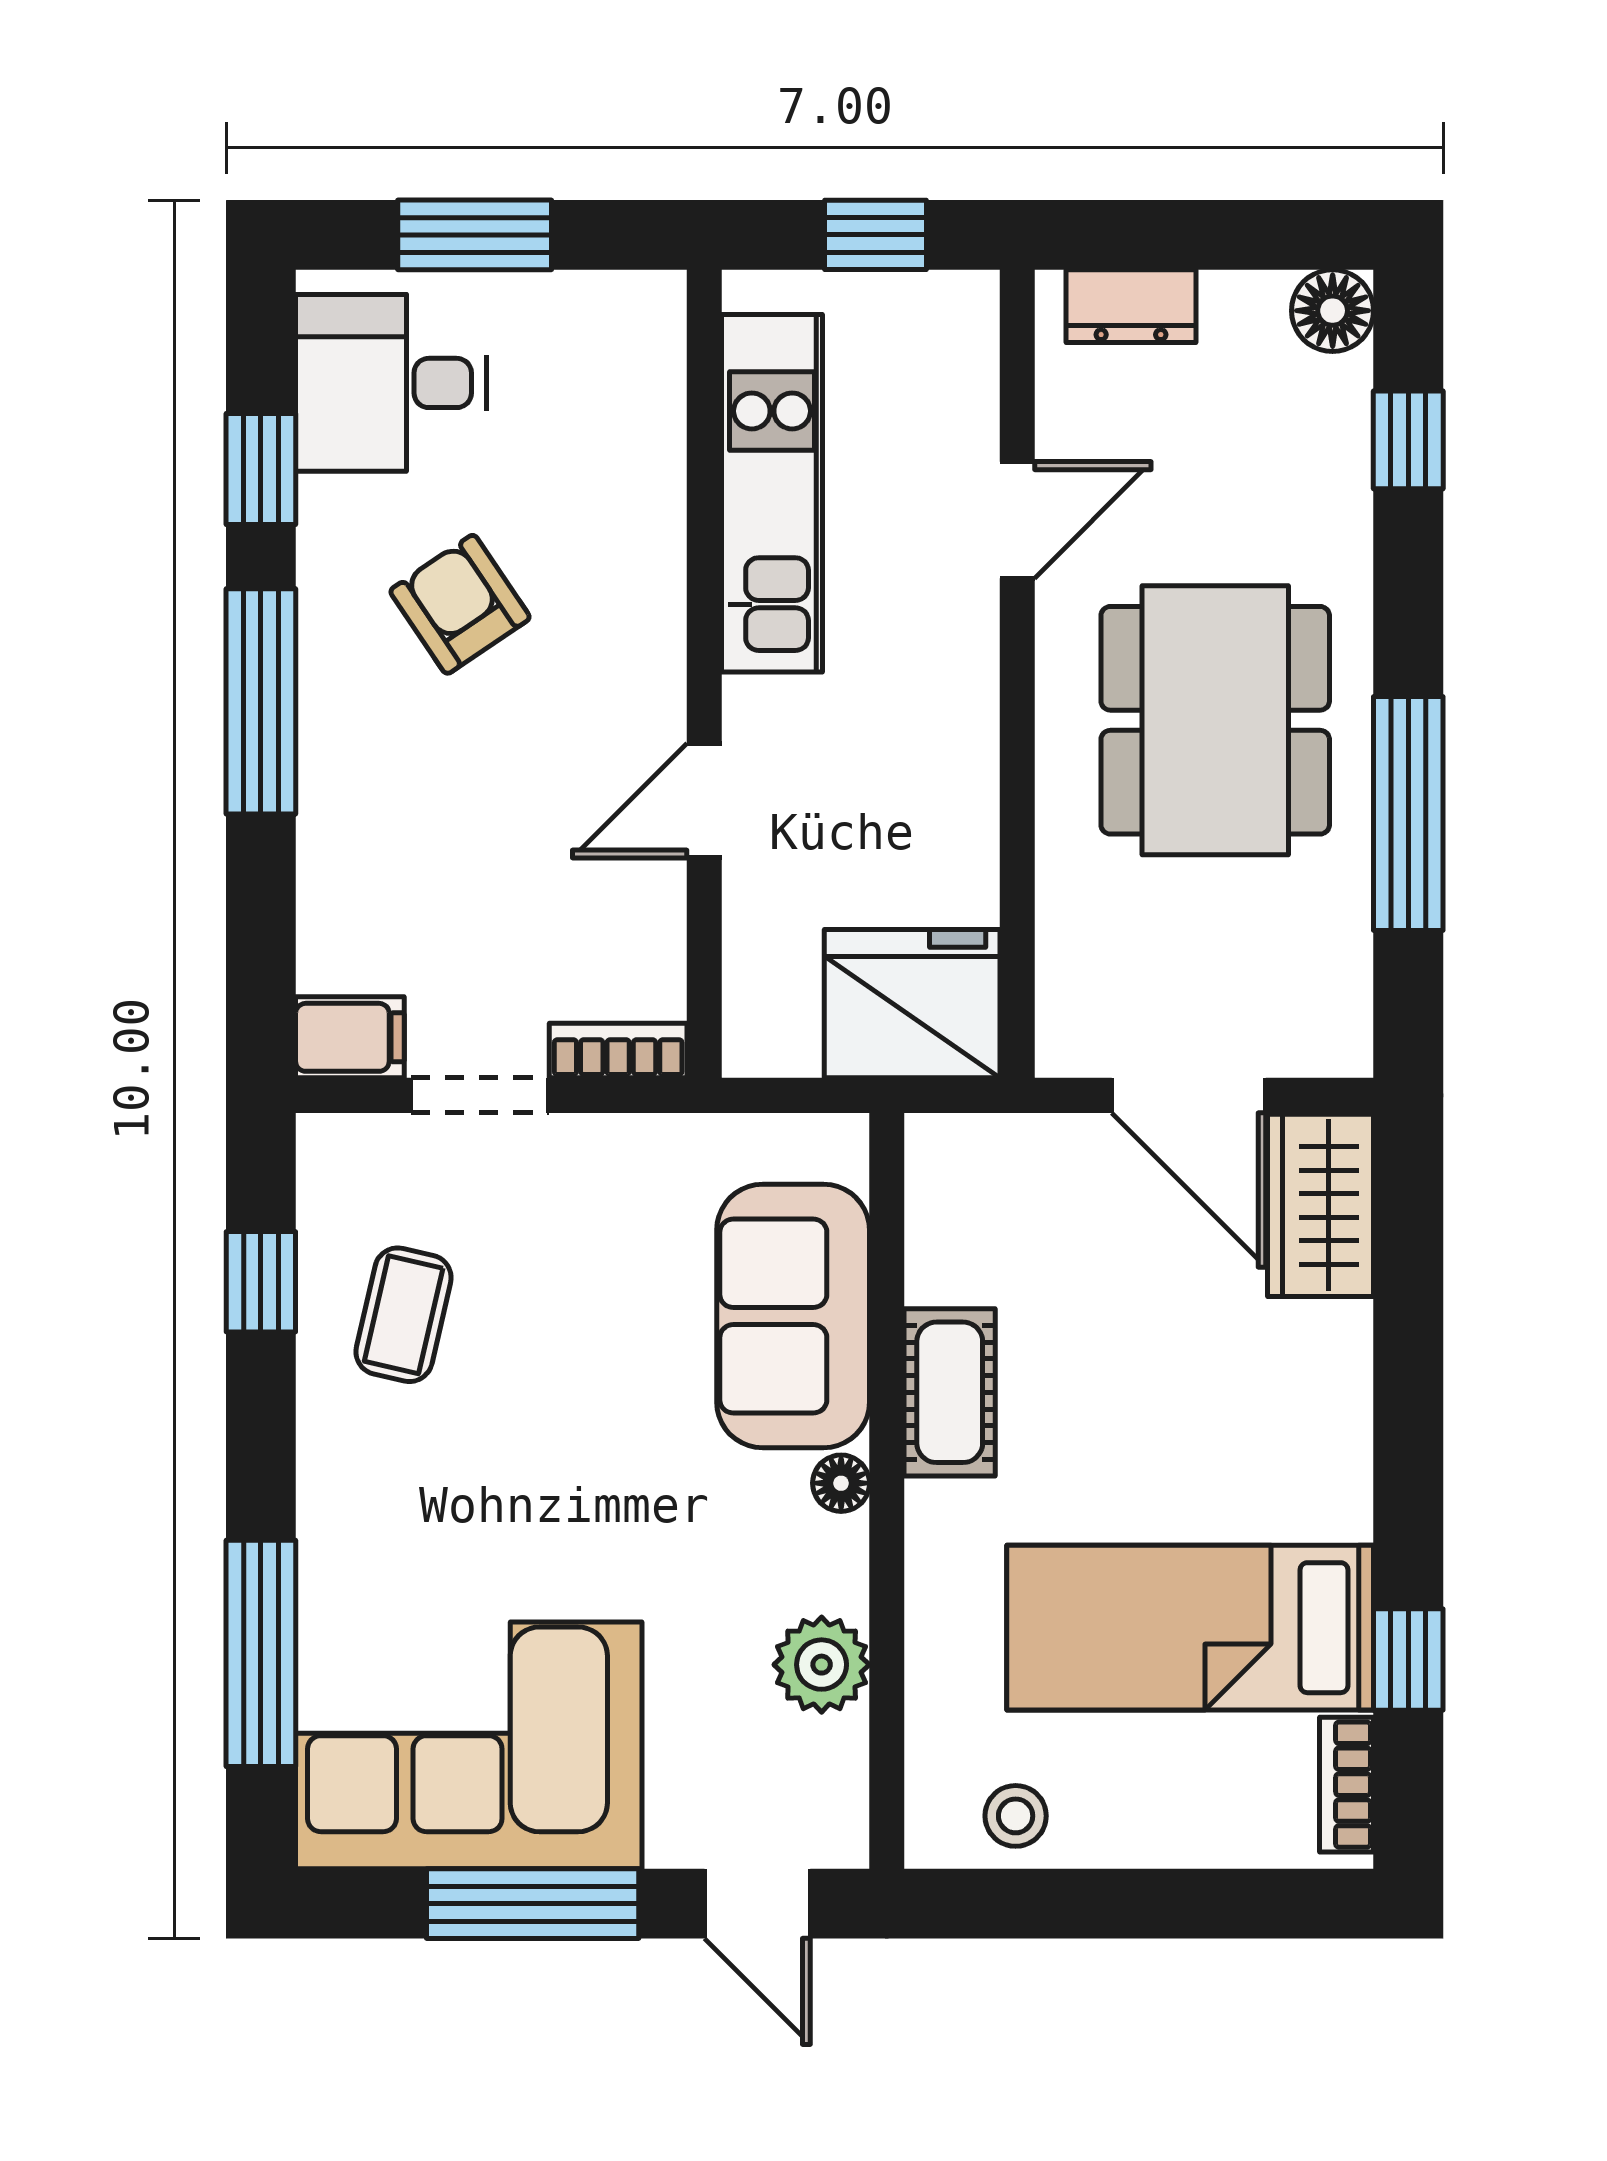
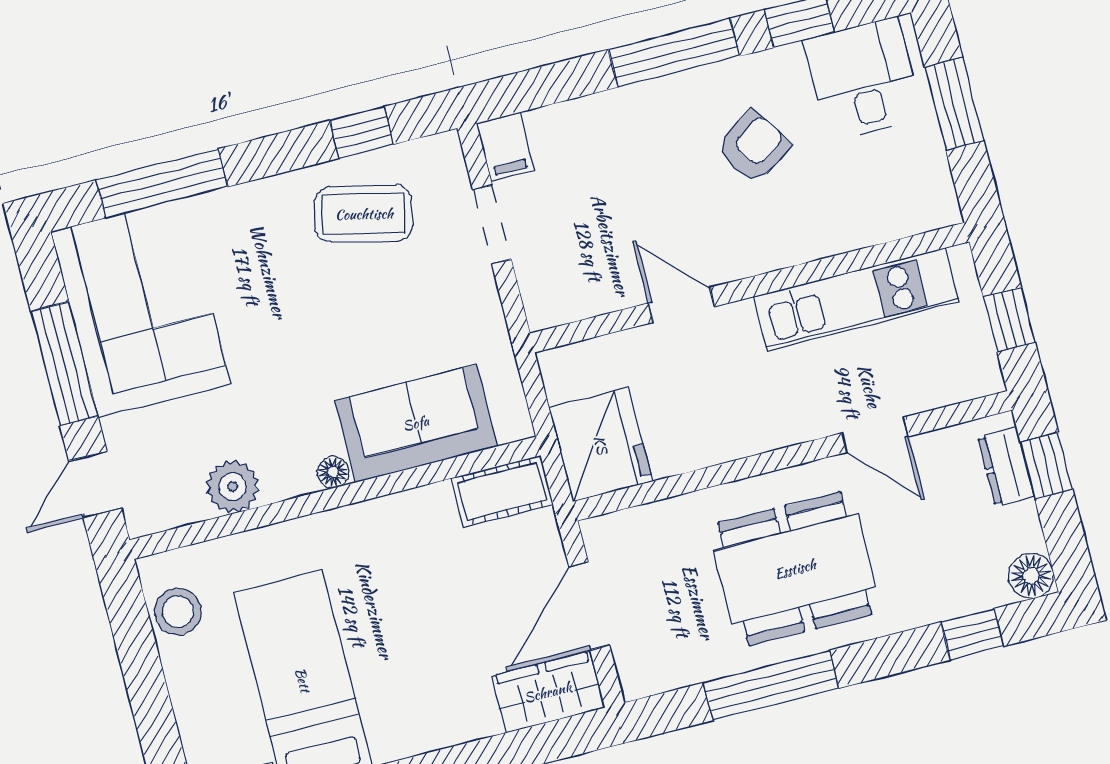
window: (1147, 235) -> (1047, 466), added
bookcase: (618, 1051) -> (535, 293), removed
coffee table: (404, 1315) -> (364, 214), width x1.36, depth x1.30
cot: (950, 1392) -> (502, 491), moved
stool: (1016, 1816) -> (178, 612), width x1.37, depth x1.37

